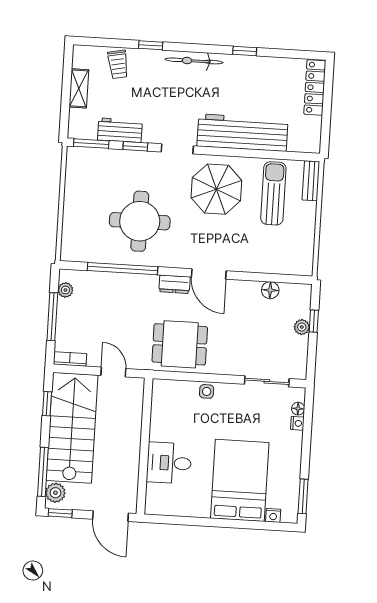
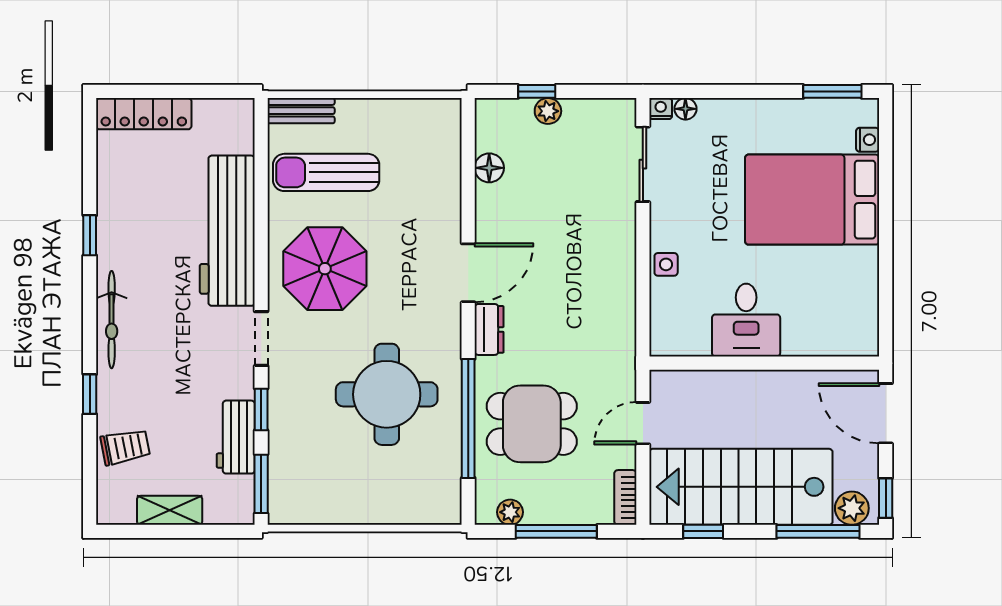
dining table: (180, 344) -> (532, 424), moved, turned 90
nightstand: (297, 423) -> (661, 109), moved
desk: (169, 463) -> (746, 320), moved
door: (110, 516) -> (886, 413), swing flipped

